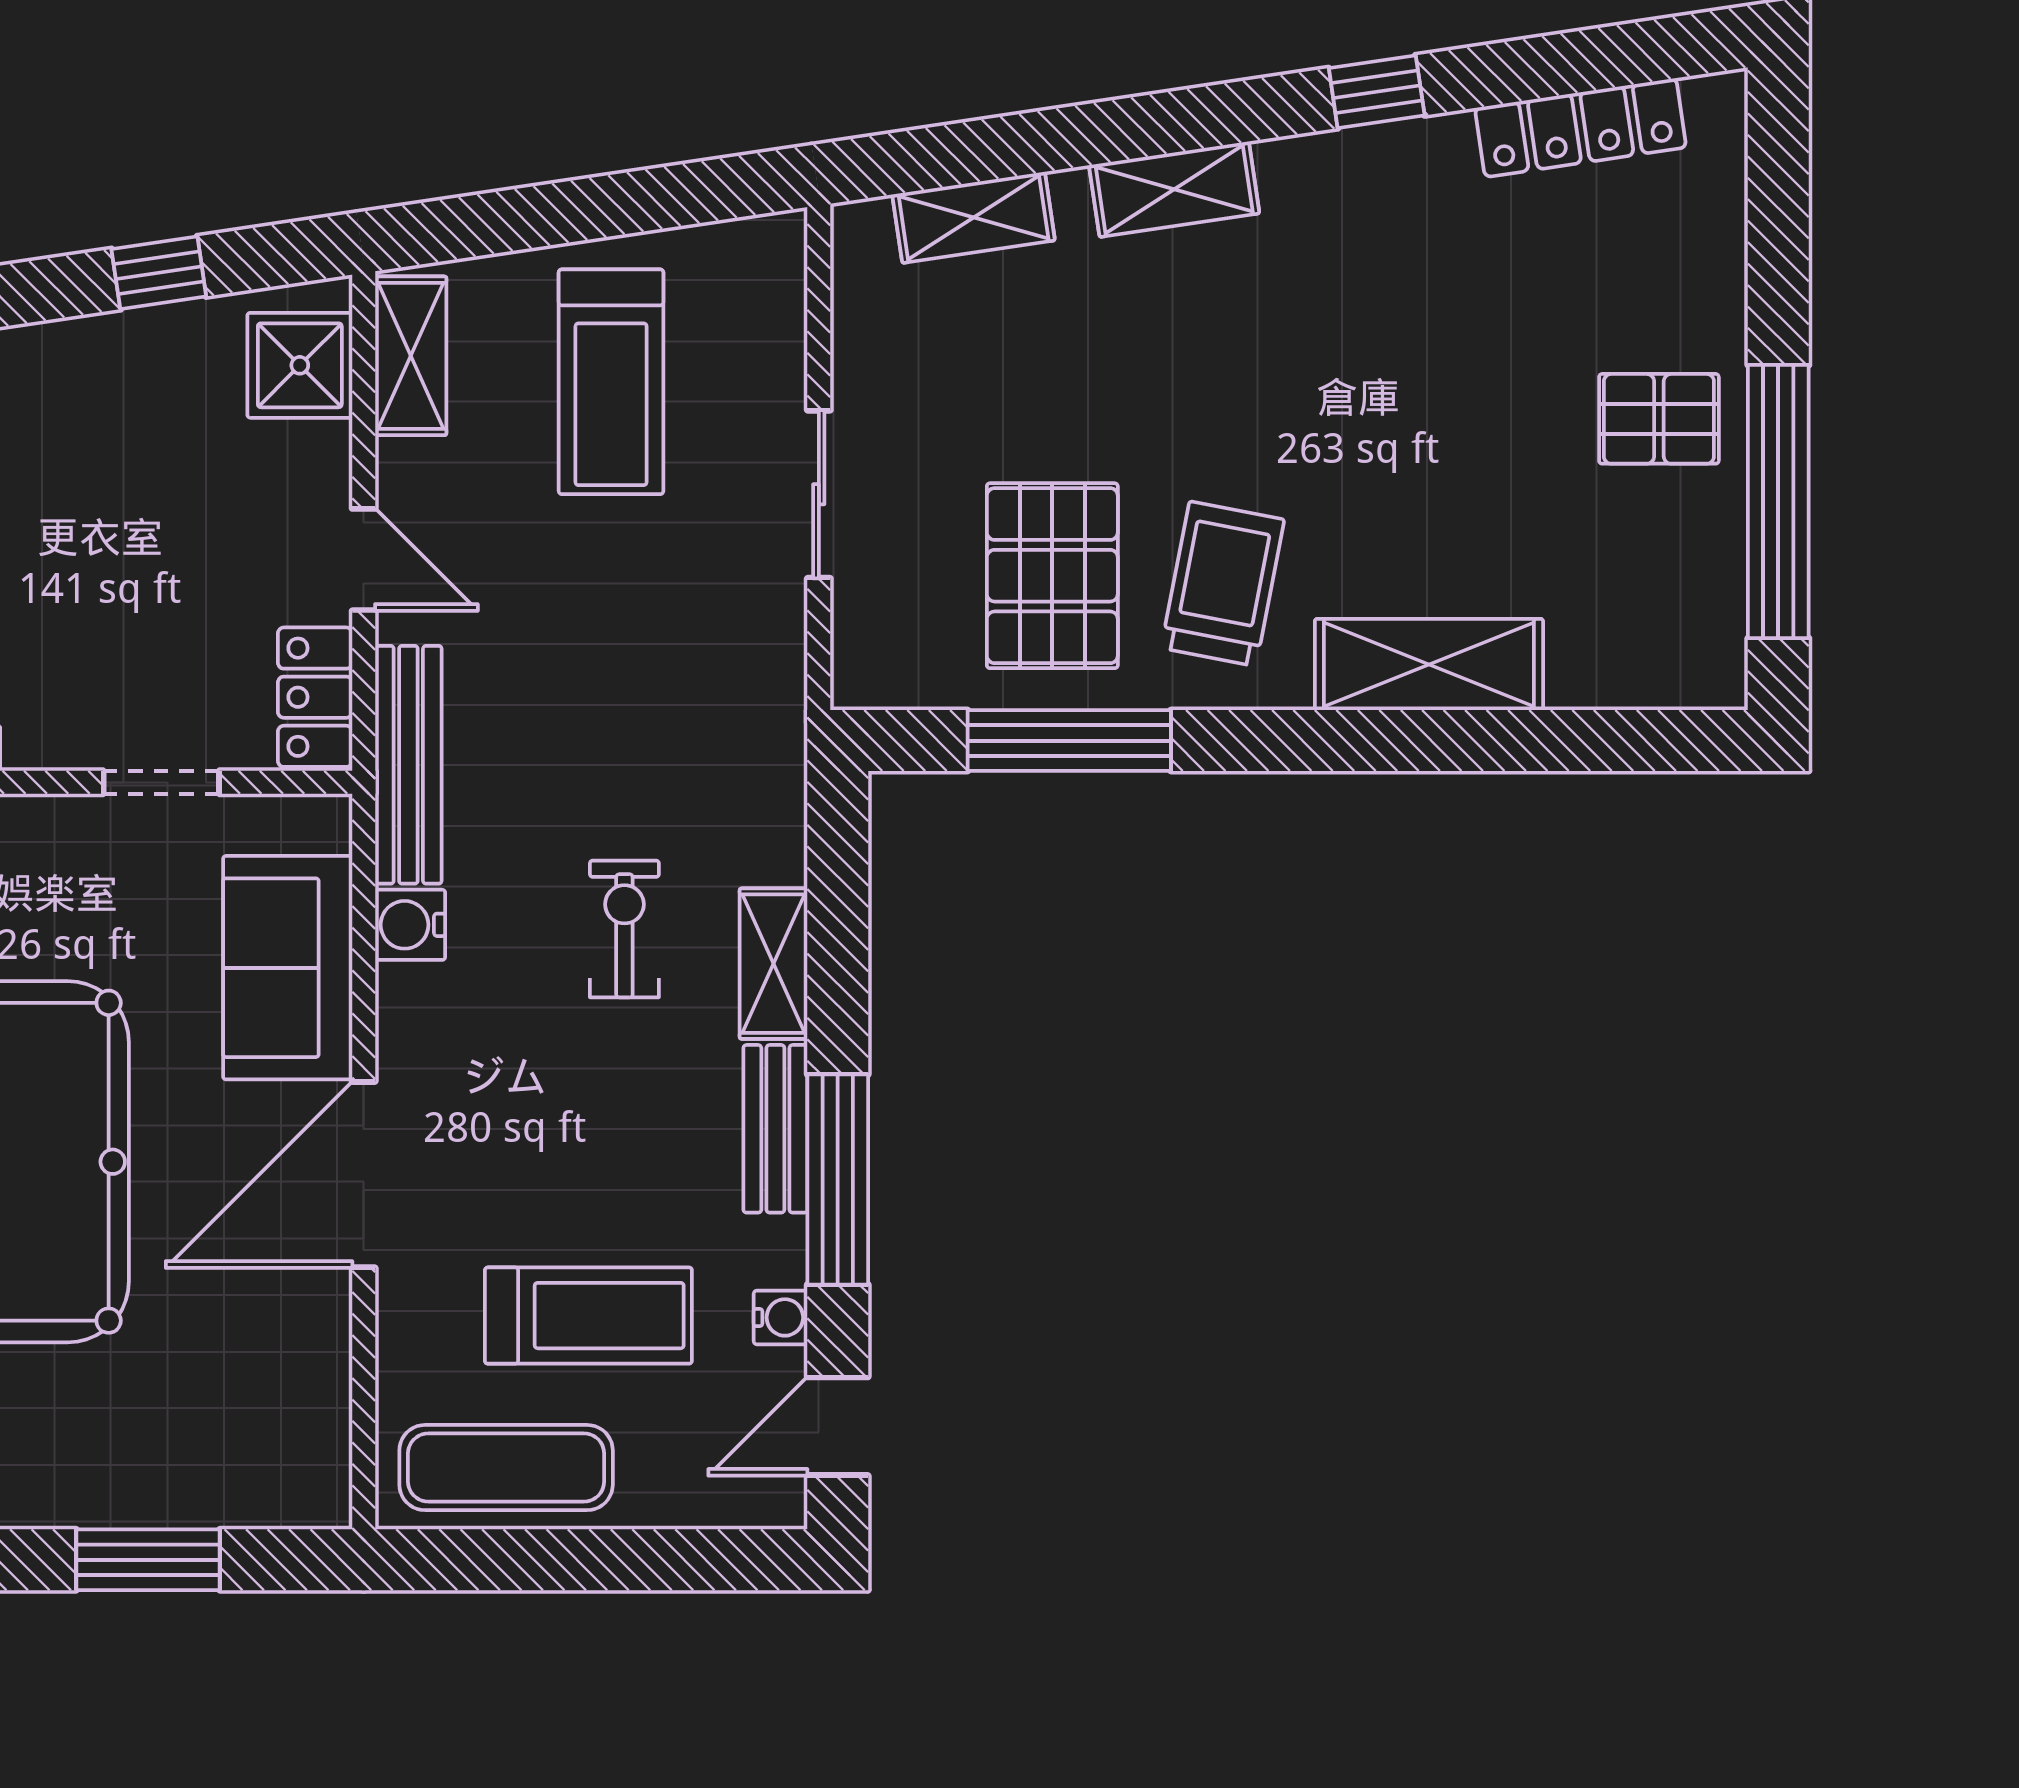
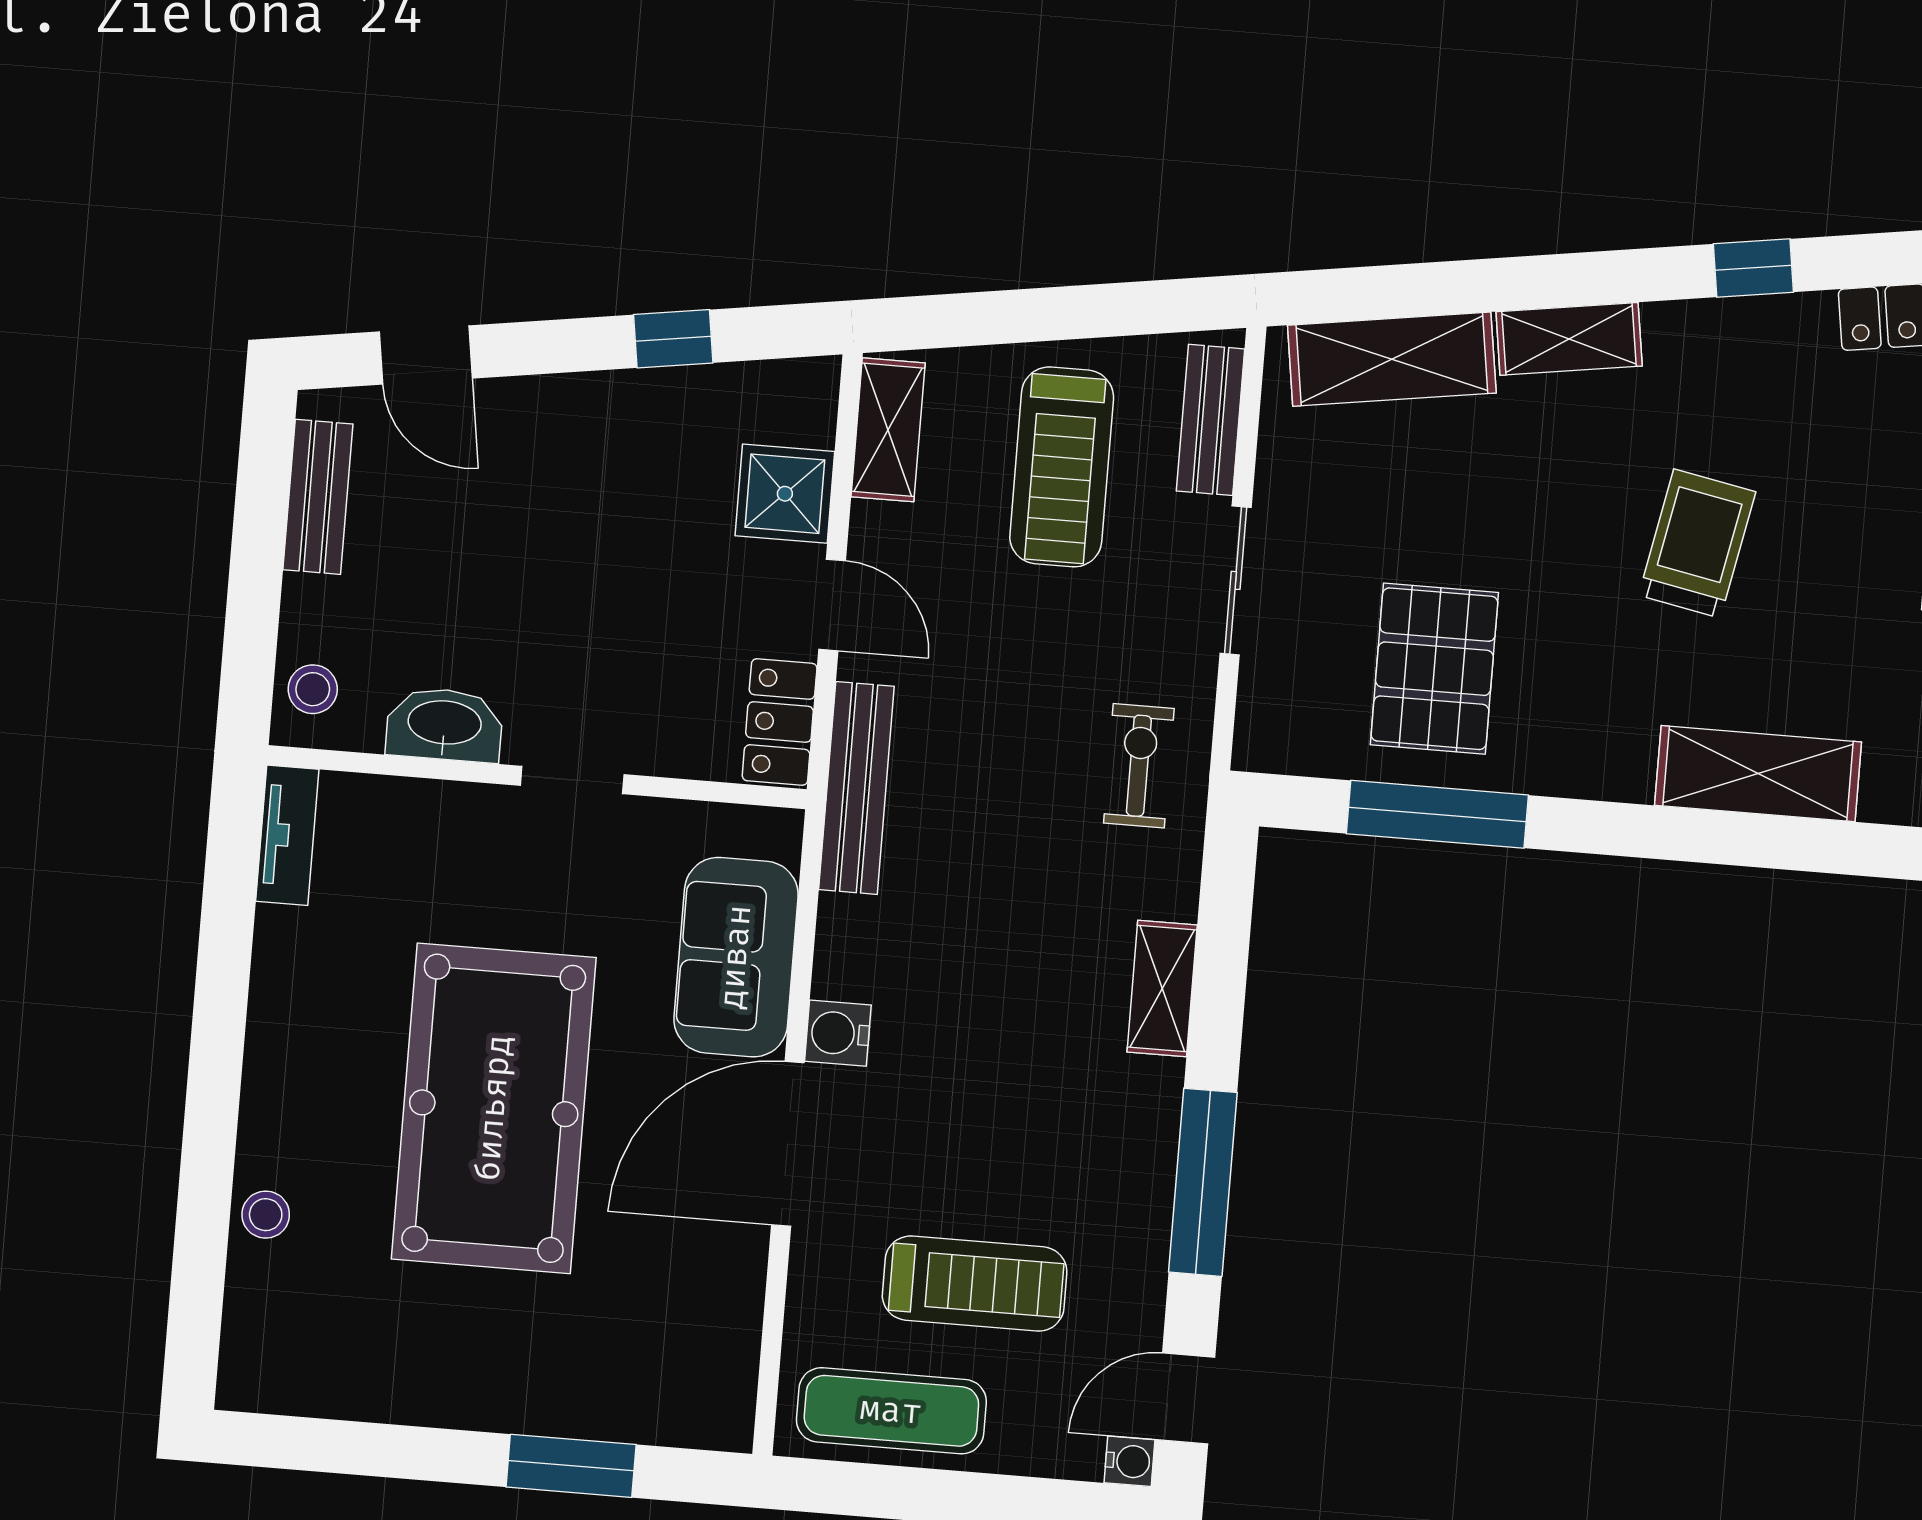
shelving: (974, 217) -> (1392, 359), width x1.50, depth x1.33
shower: (300, 365) -> (785, 494), moved
trolley: (1223, 584) -> (1697, 544), moved
doorway: (161, 782) -> (572, 780), moved
water cooler: (410, 925) -> (838, 1033), moved
exercise bike: (624, 929) -> (1139, 766), moved
bench: (775, 1129) -> (1211, 420), moved
water cooler: (781, 1317) -> (1129, 1461), moved

